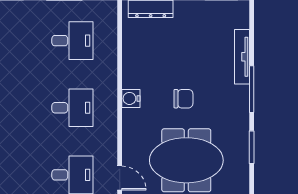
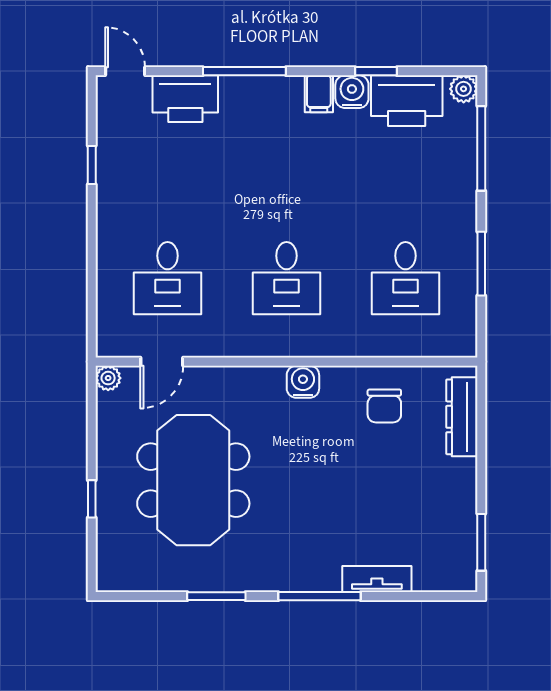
tv unit: (242, 57) -> (377, 579), width x0.71
chair: (183, 99) -> (384, 406), moved

